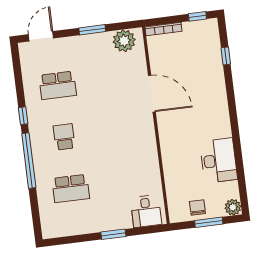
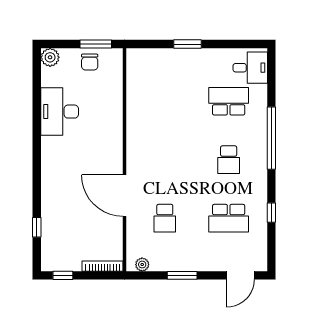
plant: (124, 41) -> (142, 265), width x0.53, depth x0.53
school desk: (114, 78) -> (165, 218), added
school desk: (58, 85) -> (229, 218), turned 180
window: (23, 116) -> (271, 213), moved
desk: (146, 211) -> (250, 68), moved, turned 90
window: (209, 222) -> (96, 44), moved

